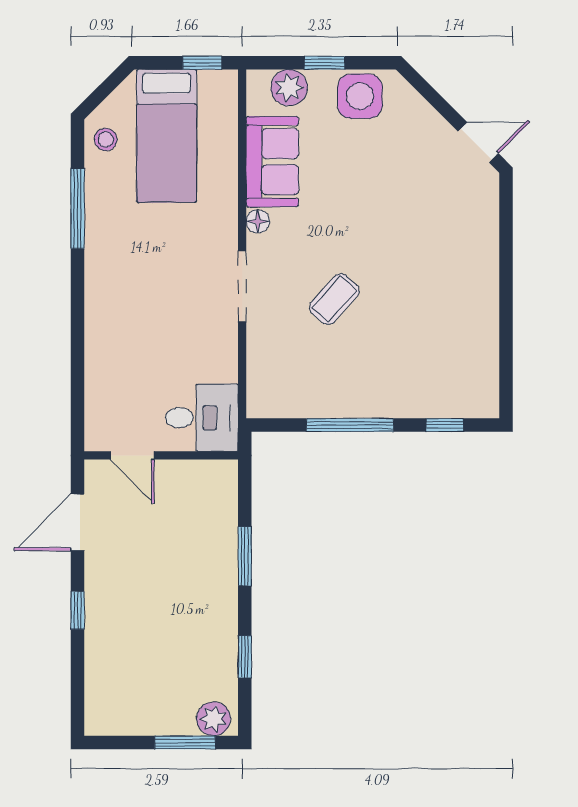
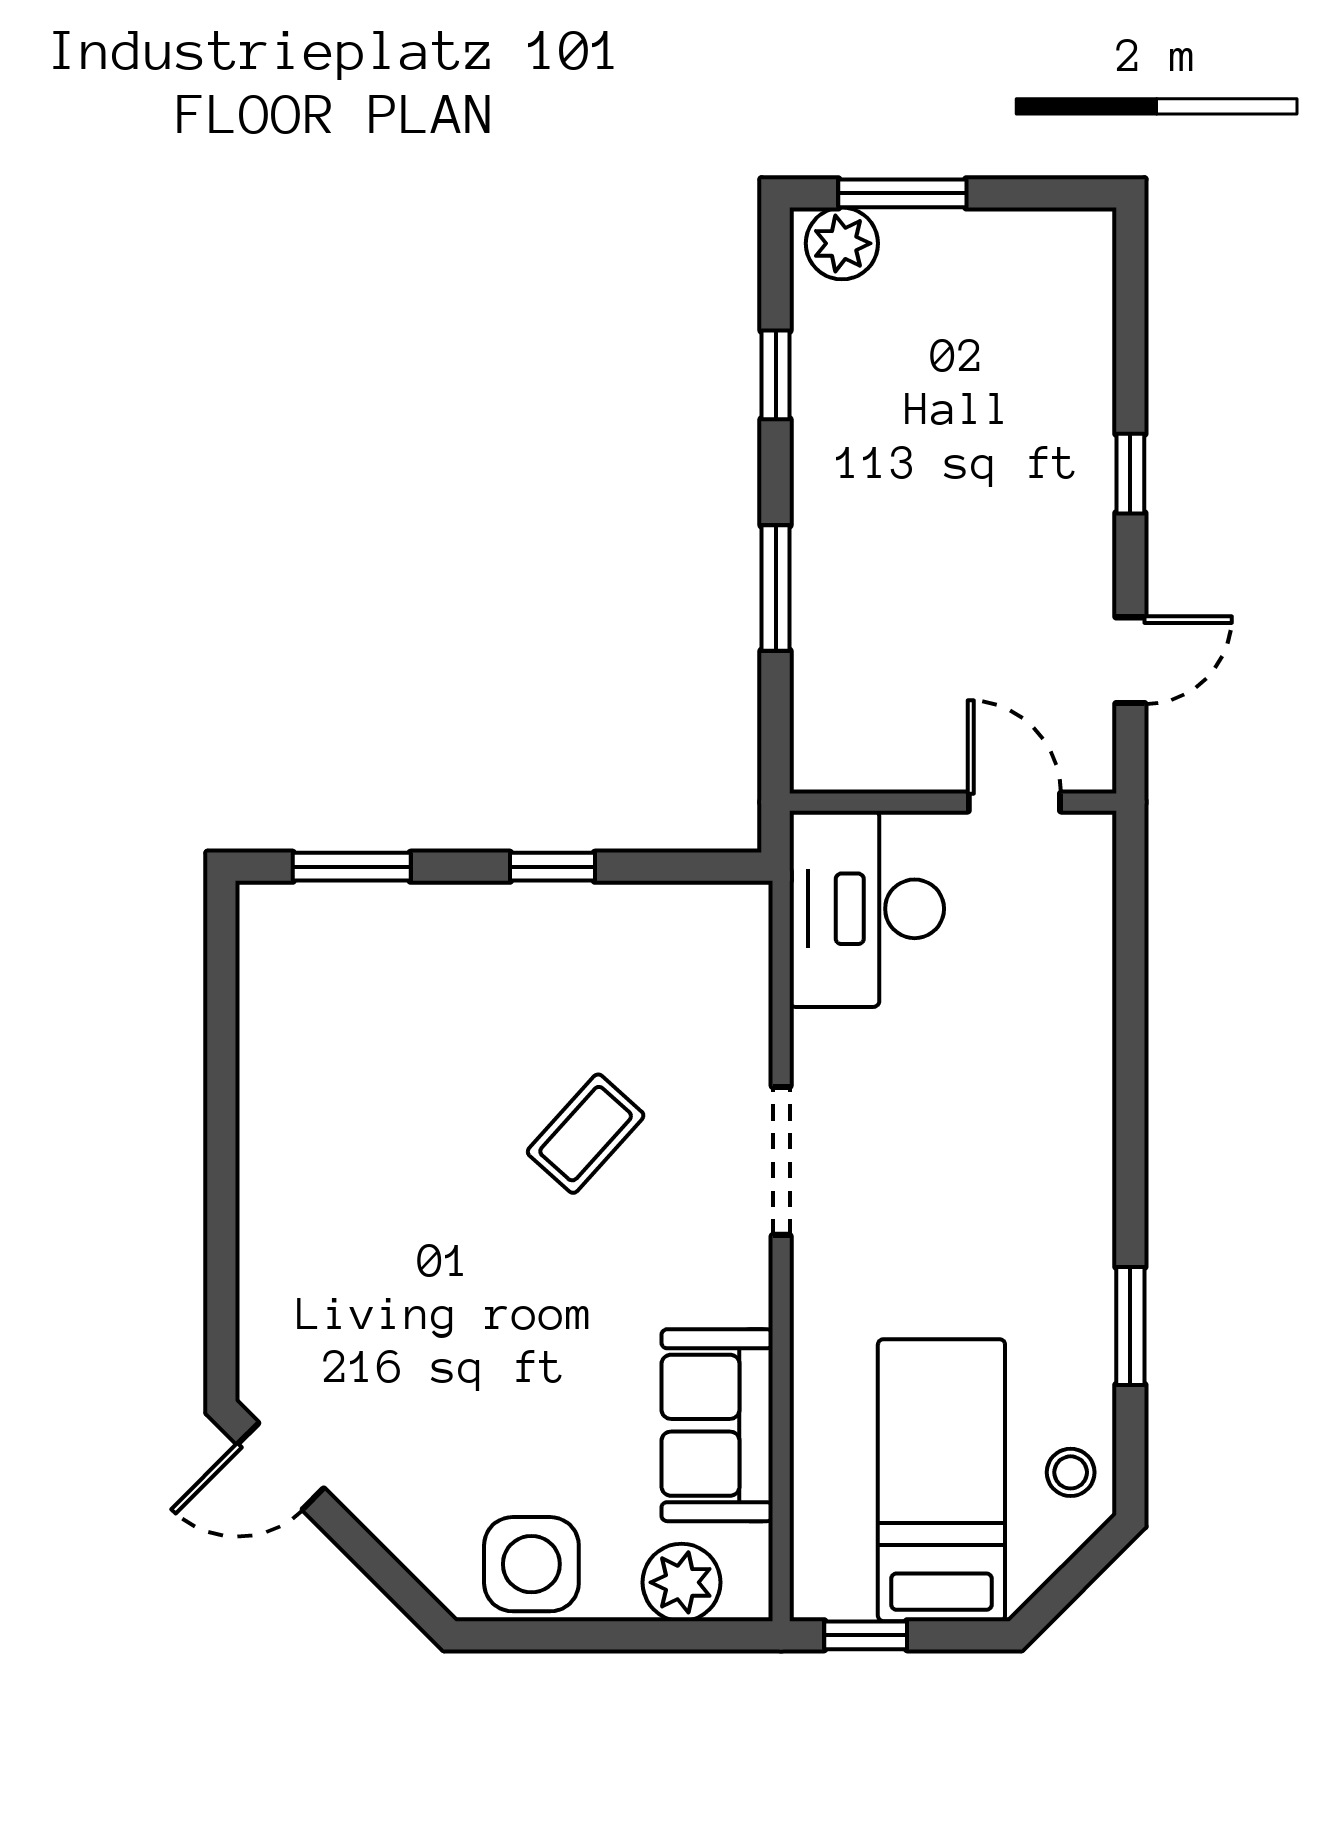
window: (325, 63) -> (606, 1635), removed
window: (78, 209) -> (1130, 1326), width x0.69
floor lamp: (258, 221) -> (748, 1299), removed
desk: (202, 418) -> (867, 909), width x1.37
window: (350, 425) -> (552, 867), width x0.46
window: (445, 425) -> (352, 867), width x1.50
door: (78, 522) -> (1130, 660), width x0.73

